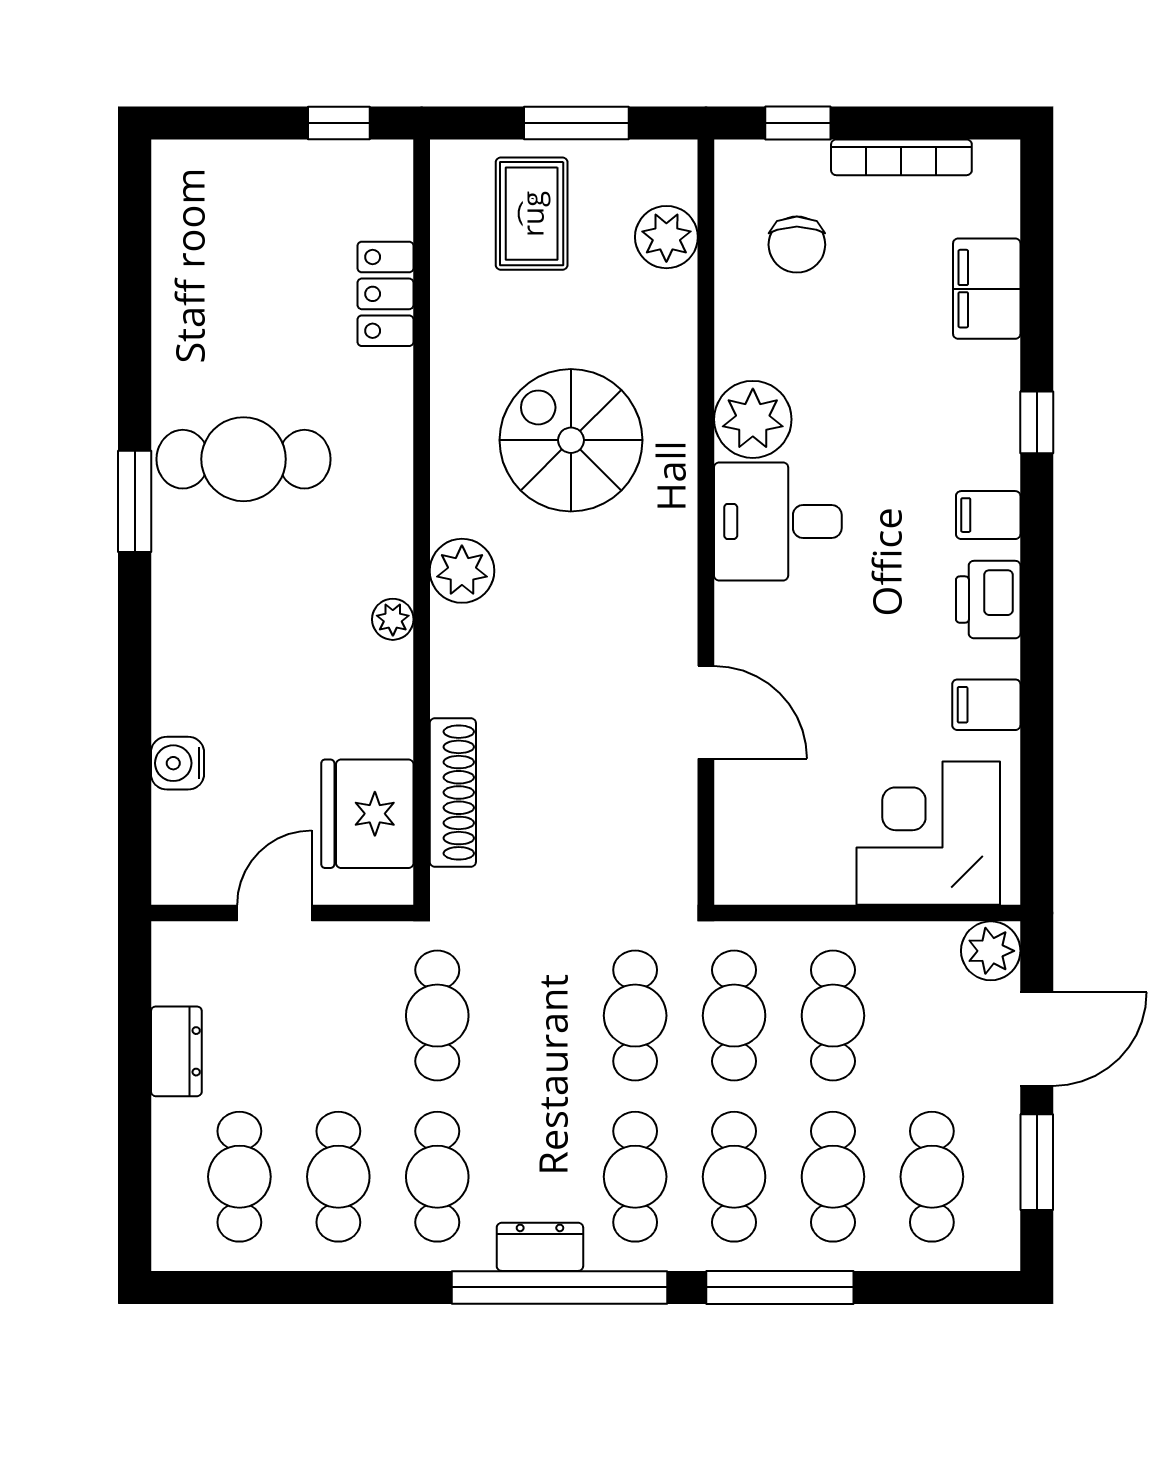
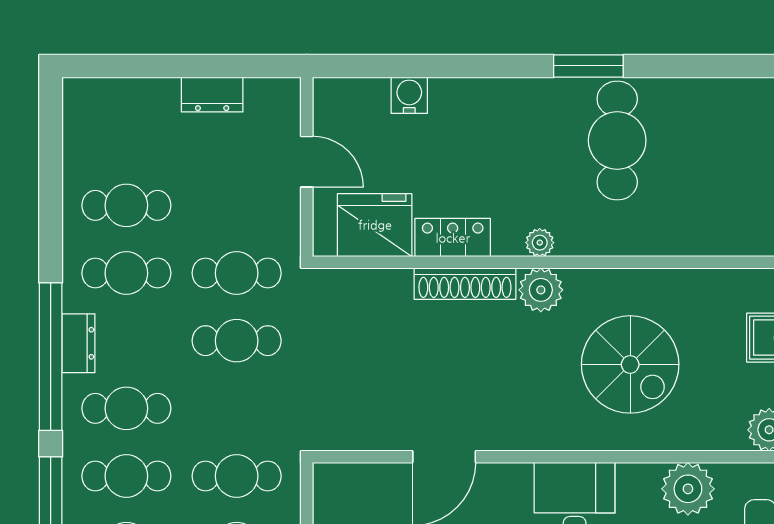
locker: (385, 294) -> (453, 238), moved
plant: (753, 419) -> (688, 489), moved
spiral stairs: (571, 440) -> (630, 364), turned 90
plant: (393, 619) -> (540, 243), moved
shoe rack: (453, 792) -> (465, 284), moved
cafe table: (635, 1016) -> (237, 341), moved
cafe table: (239, 1177) -> (126, 138), removed

